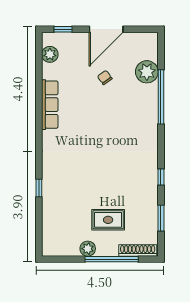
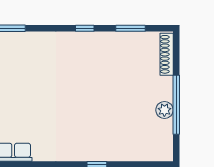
rug: (108, 220) -> (132, 87), removed
window: (112, 259) -> (176, 105), moved

